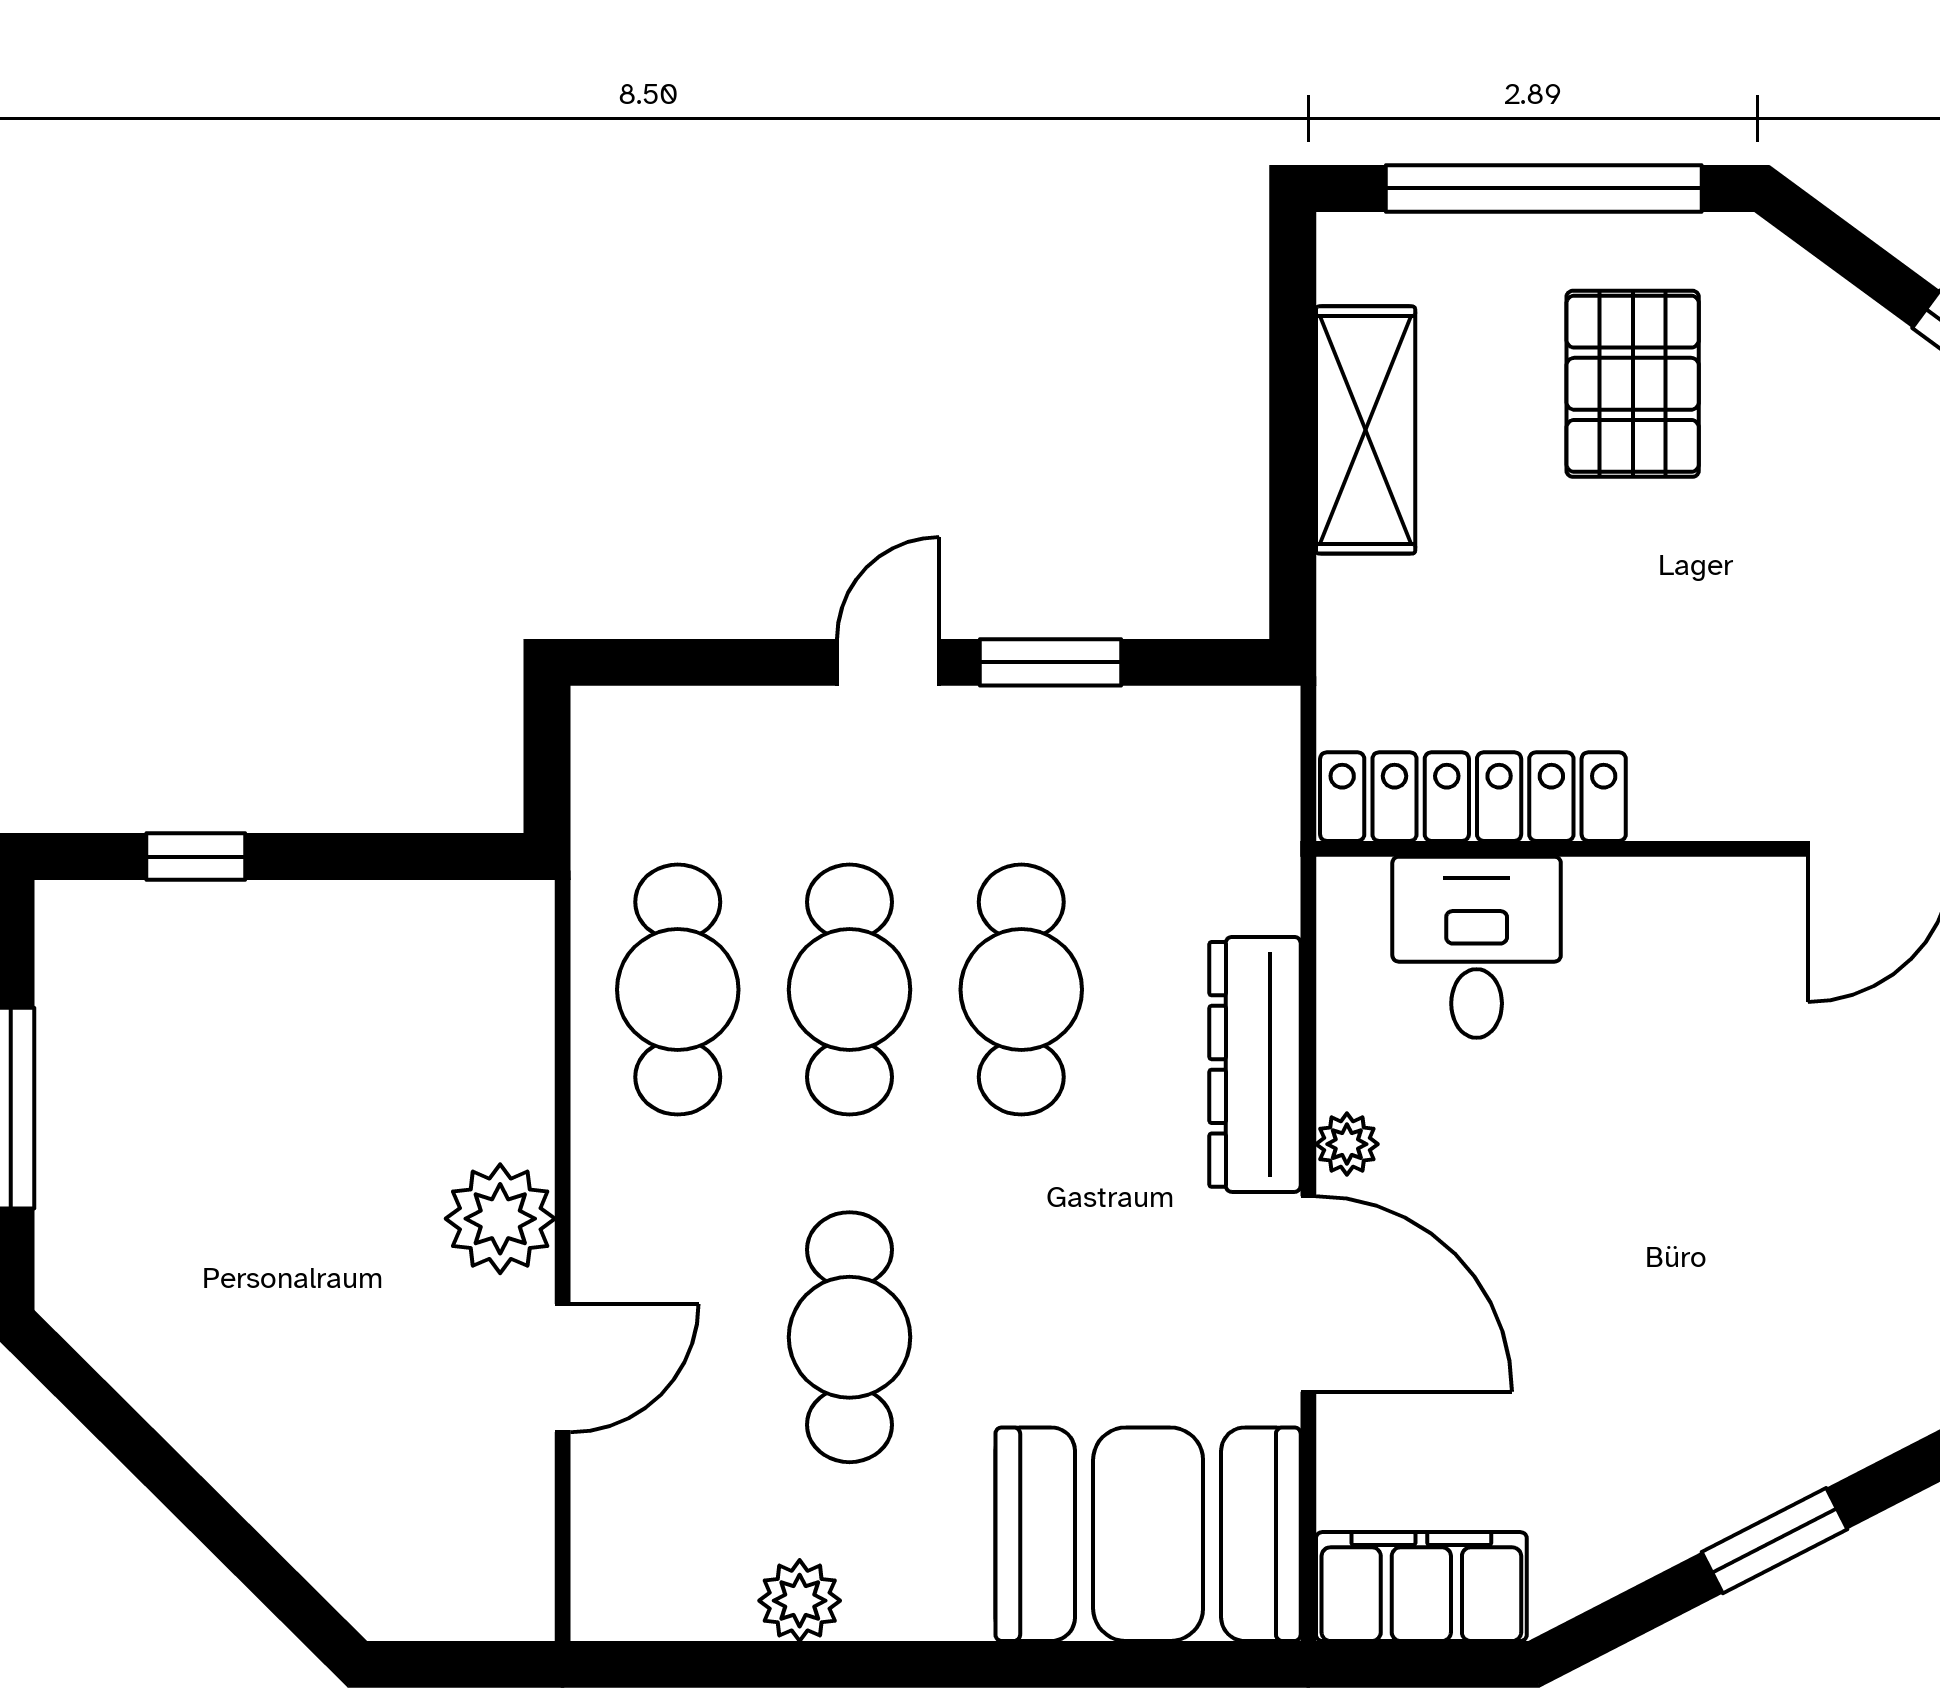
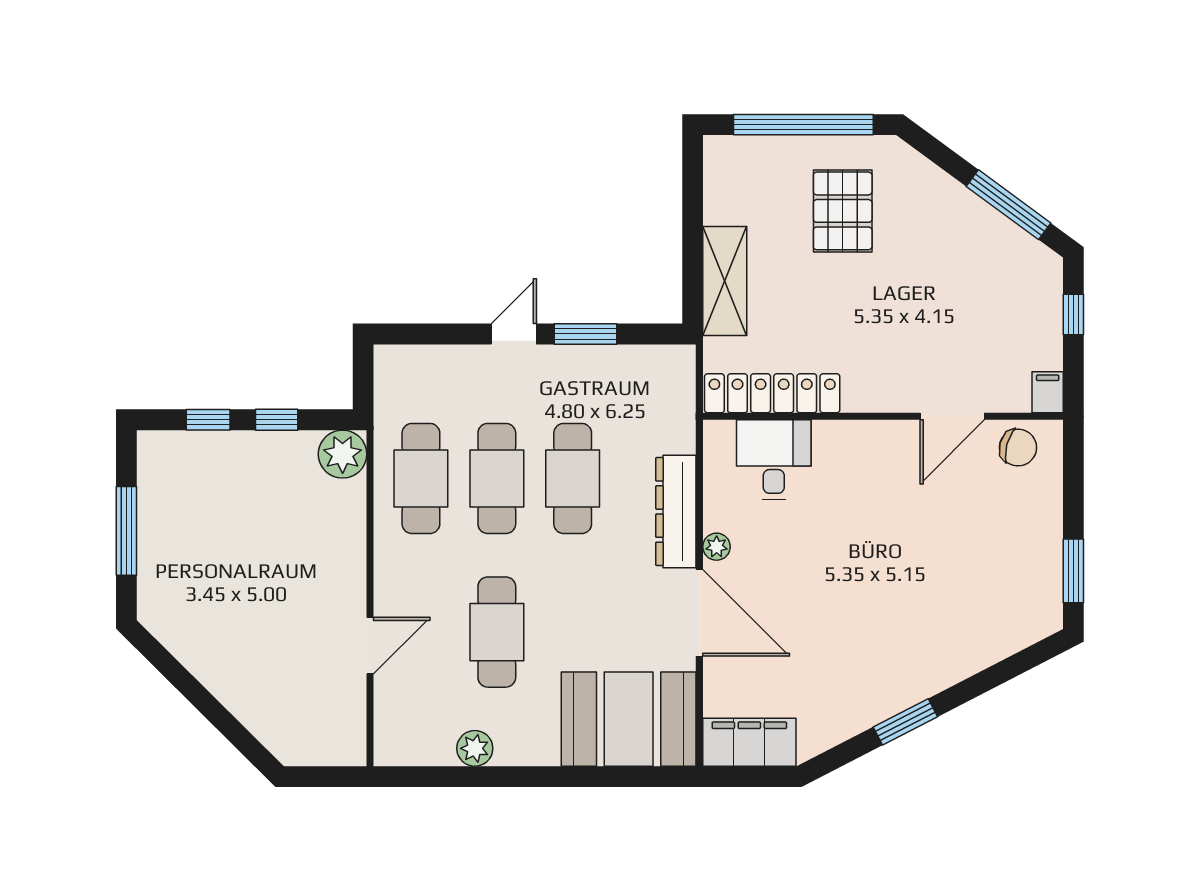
shelving: (1366, 430) -> (725, 281), moved
window: (351, 857) -> (277, 420), added
plant: (500, 1219) -> (343, 454), moved

